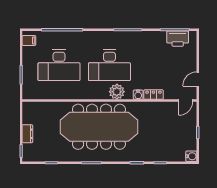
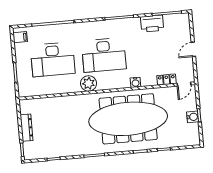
printer: (178, 39) -> (152, 24), moved
door: (198, 79) -> (193, 49), moved
plant: (117, 92) -> (89, 83), moved
locker: (153, 95) -> (166, 80), moved
meeting table: (99, 127) -> (128, 119), moved
dresser: (27, 134) -> (26, 128), width x1.44
water cooler: (191, 156) -> (193, 117), moved

